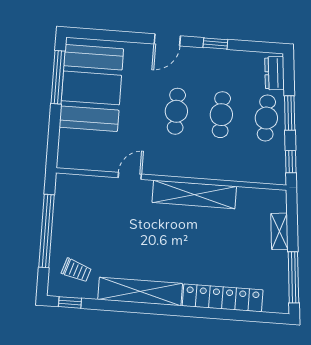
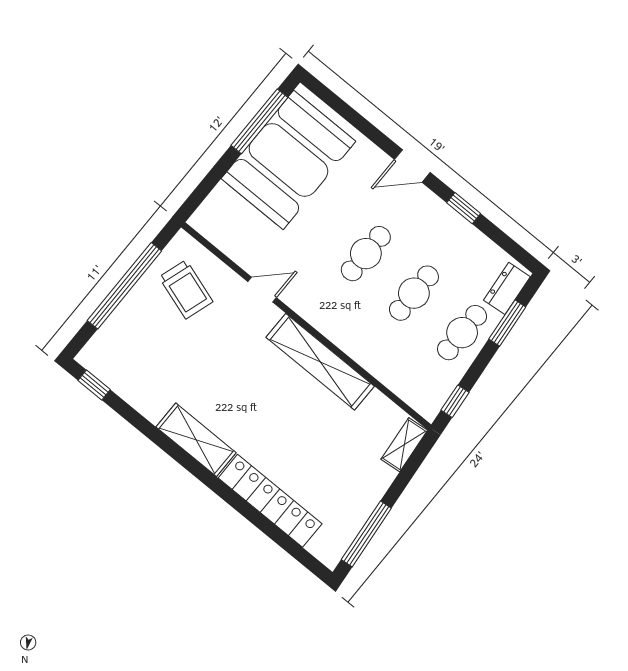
window: (290, 113) -> (507, 323), moved
shelving: (279, 231) -> (404, 445), moved
trolley: (76, 270) -> (186, 289), moved, width x1.36, depth x1.39
shelving: (140, 292) -> (196, 440), width x0.68

